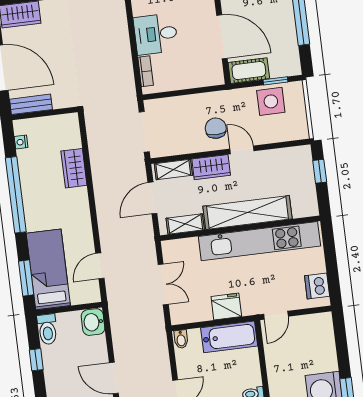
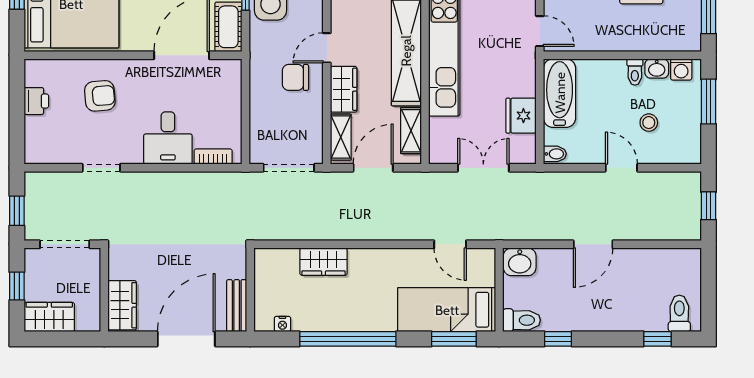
door: (152, 198) -> (373, 168), swing flipped
fridge: (226, 307) -> (521, 116), moved

